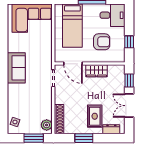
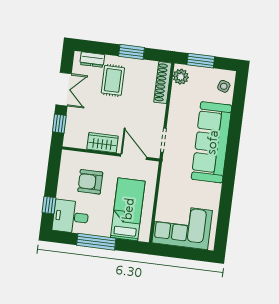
window: (129, 42) -> (49, 205), moved
sofa: (16, 68) -> (212, 142), width x1.85, depth x1.27

